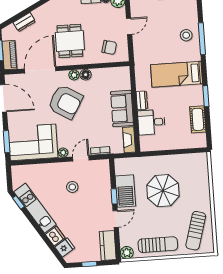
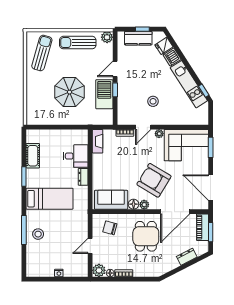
sofa: (122, 109) -> (111, 200), moved, turned -90
kitchen counter: (108, 245) -> (138, 38), moved, turned 90

